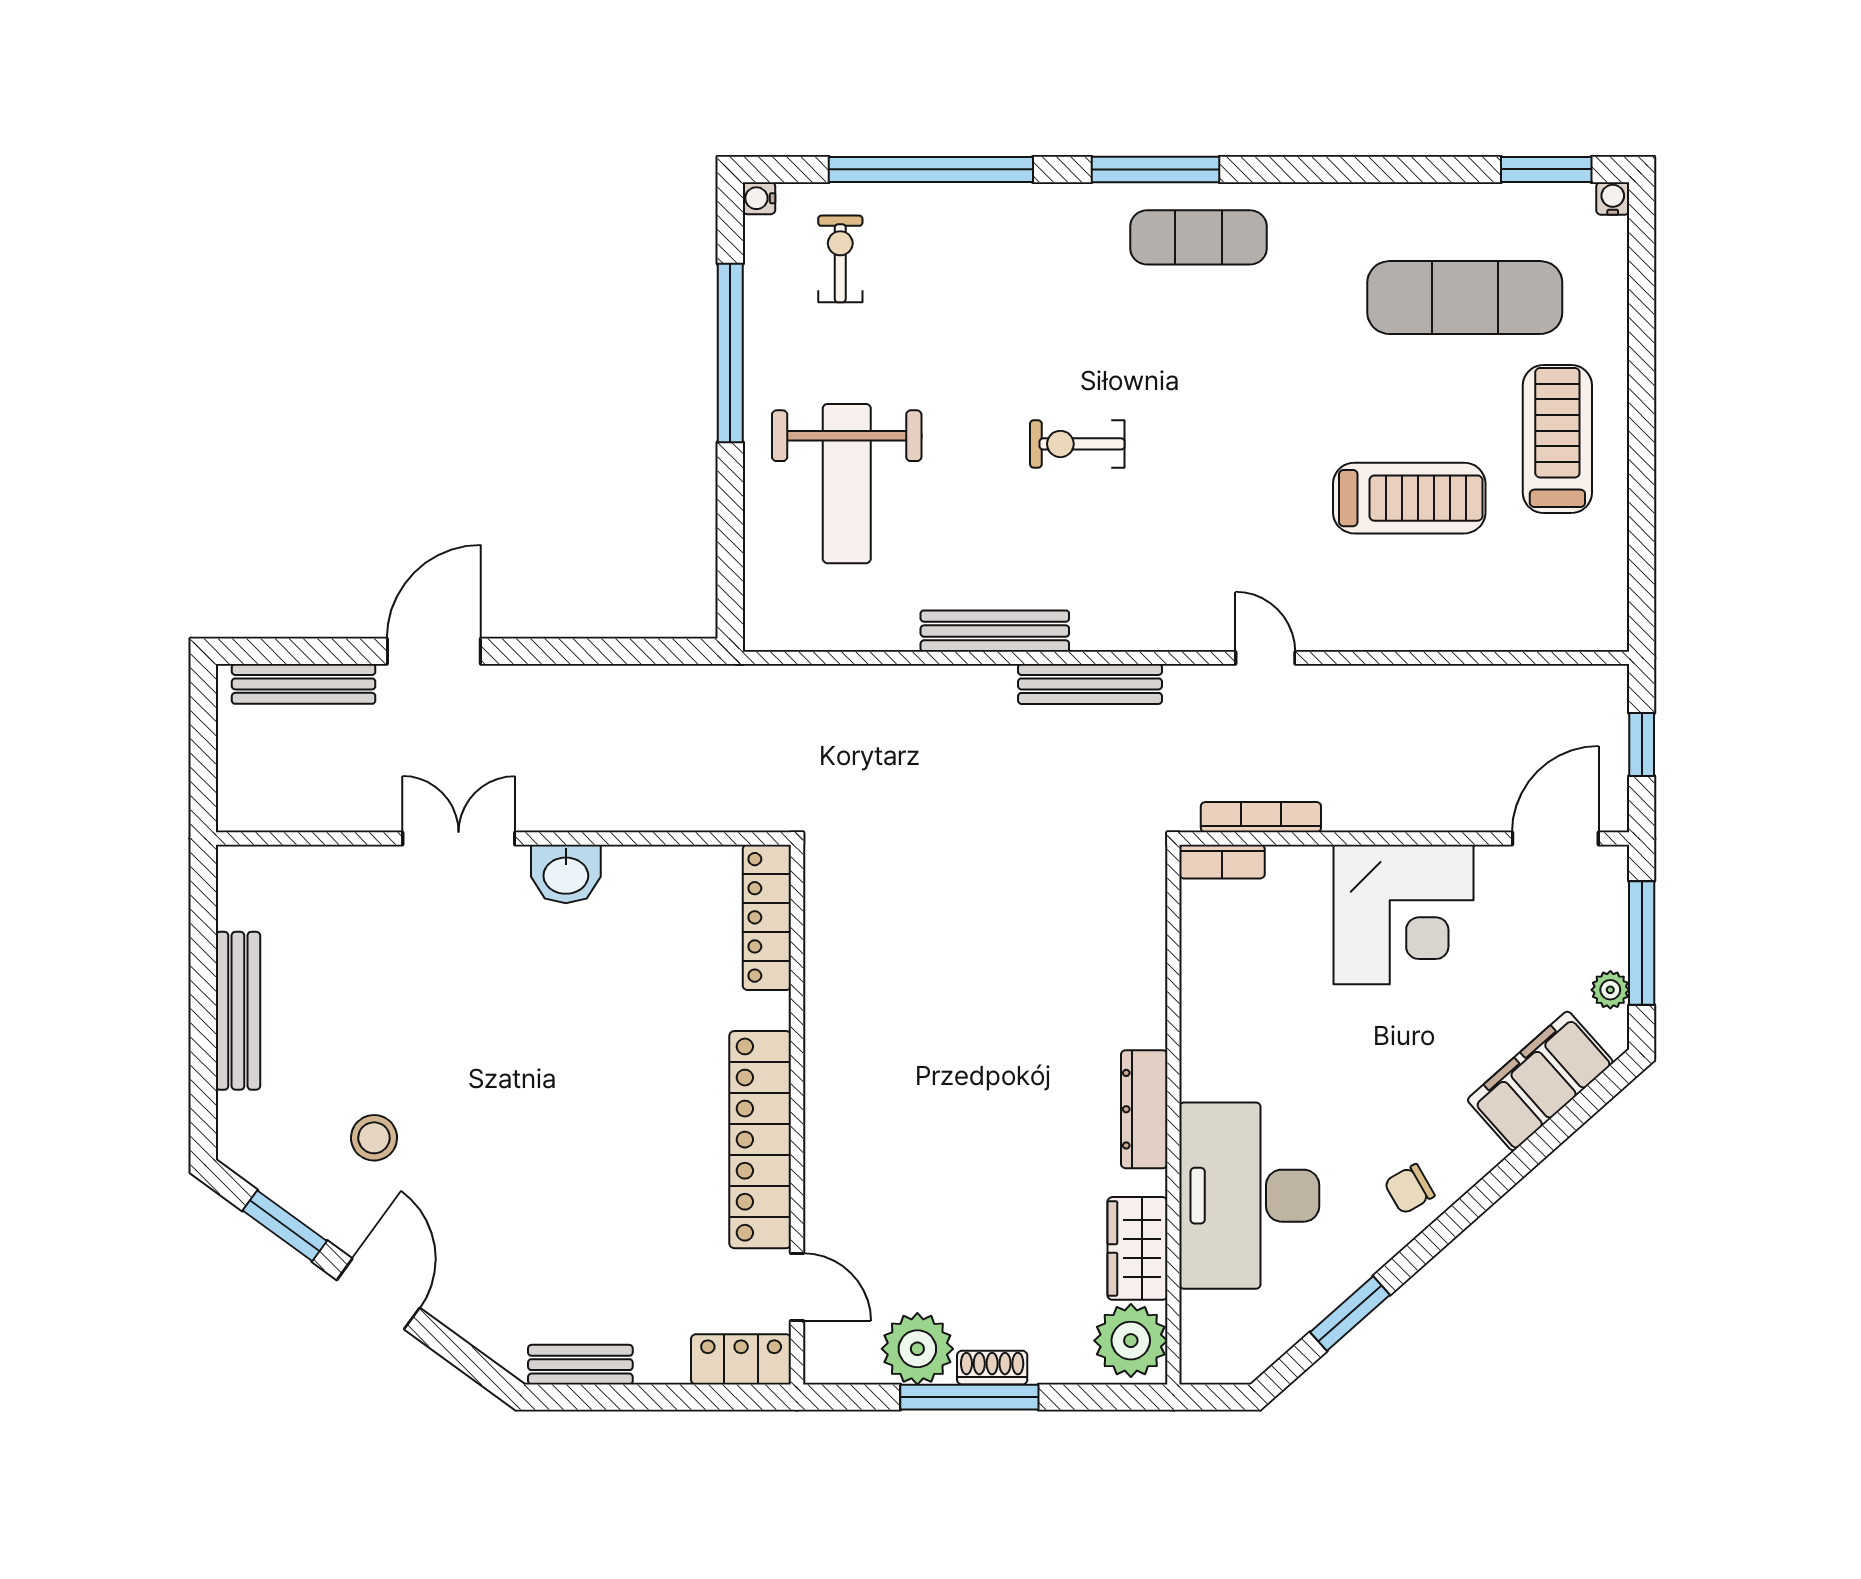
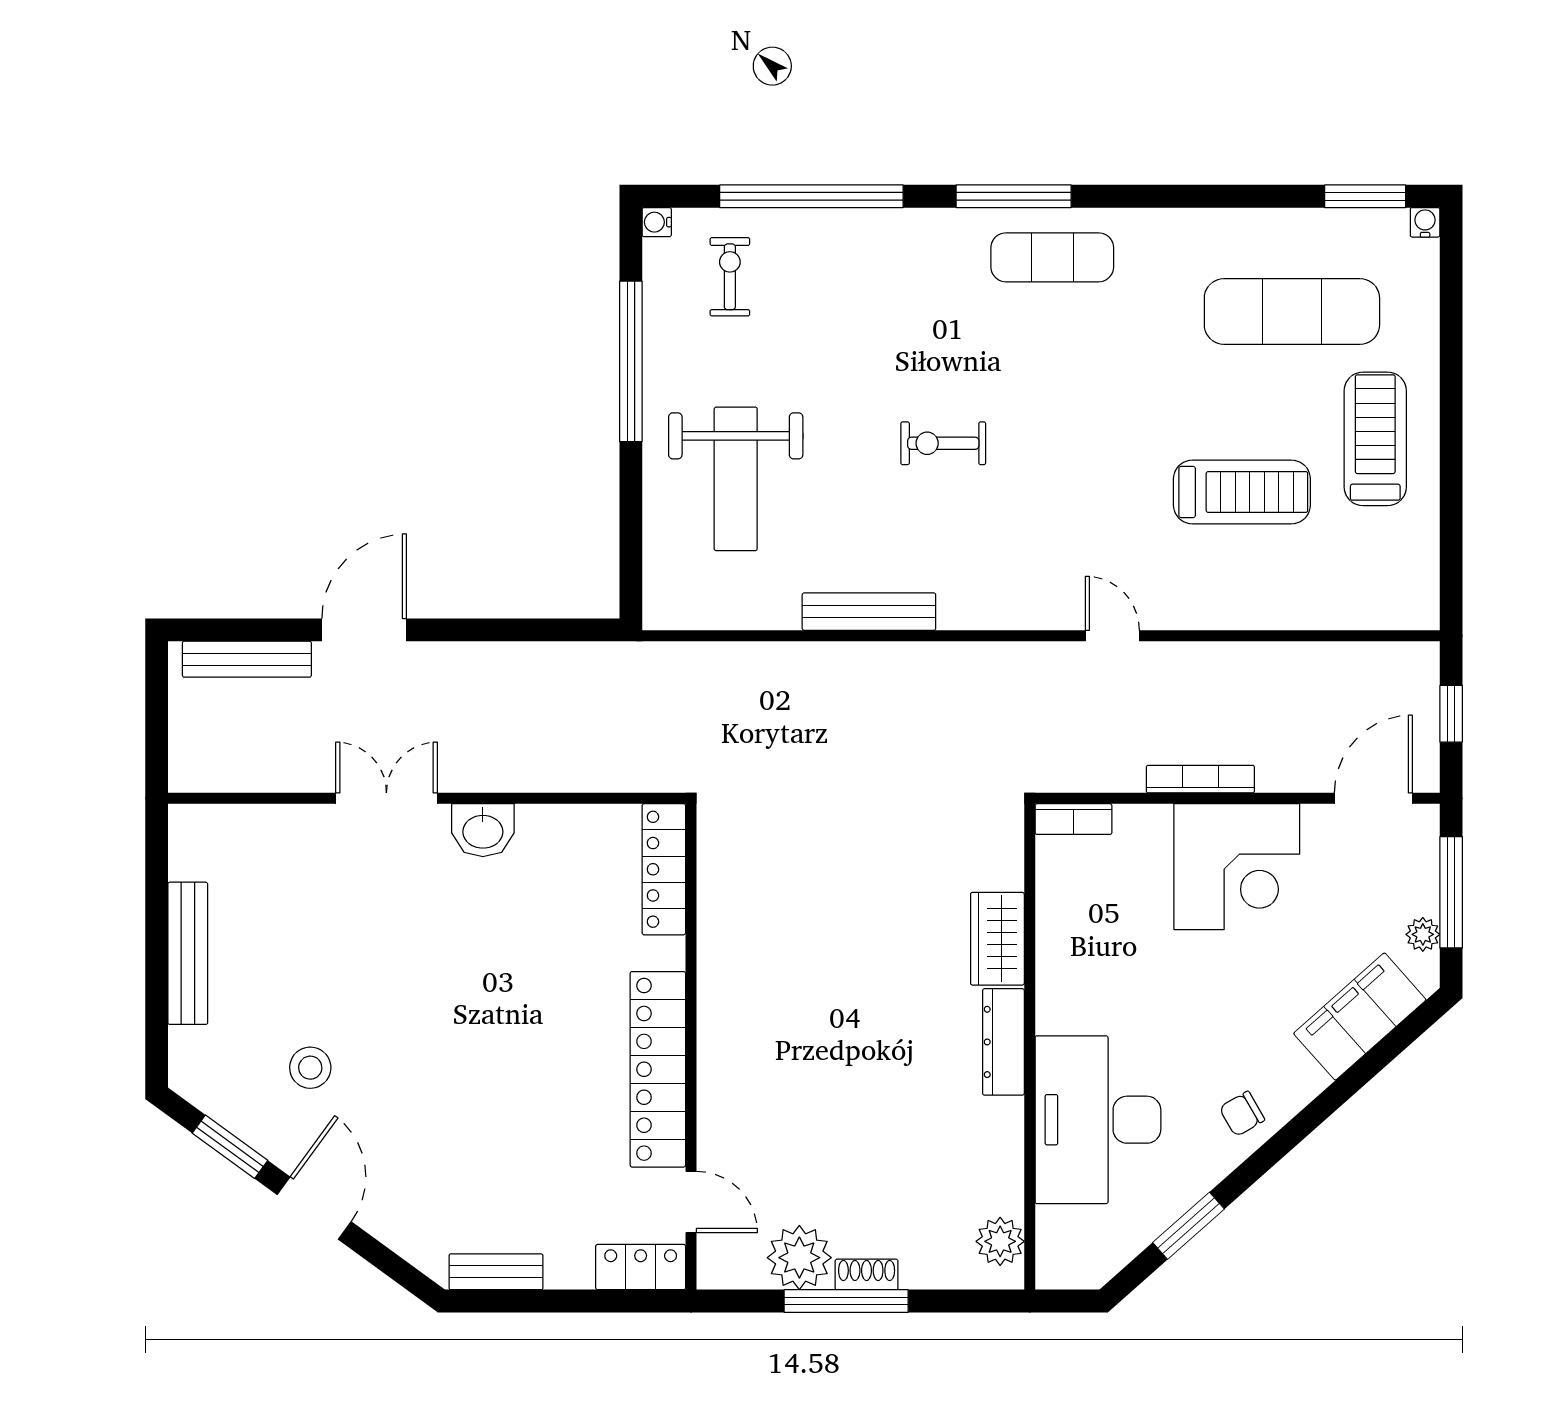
bench: (1090, 684) -> (955, 659), removed
bookcase: (1261, 817) -> (1200, 779), moved
wardrobe: (1138, 1248) -> (997, 939), moved
plant: (1131, 1341) -> (1000, 1241), width x0.73, depth x0.73

